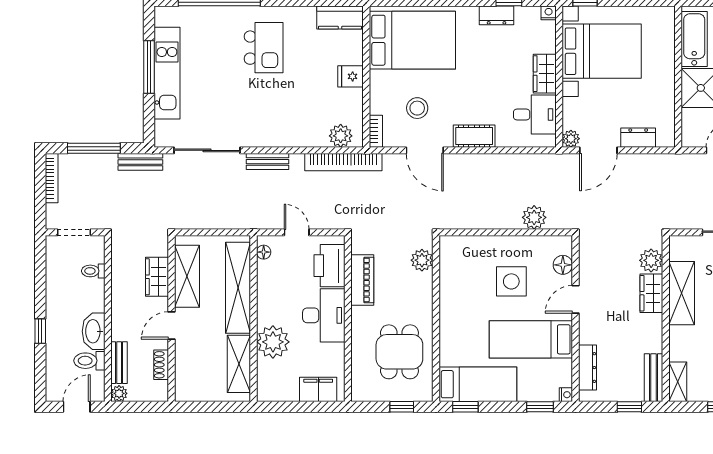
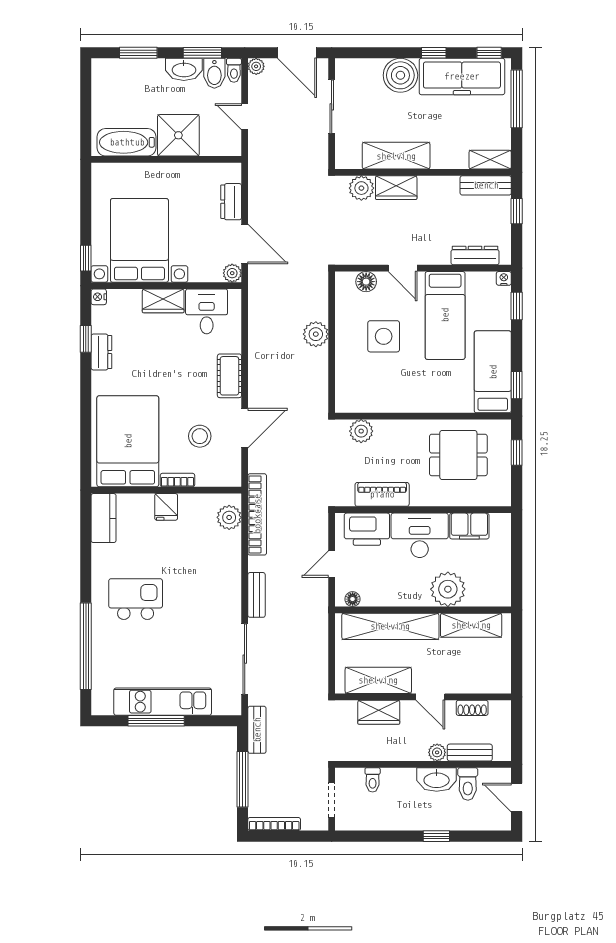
bookcase: (376, 131) -> (177, 480), moved
plant: (534, 217) -> (316, 334), moved
filing cabinet: (318, 389) -> (469, 526), moved, turned -90
plant: (119, 393) -> (437, 752), moved

